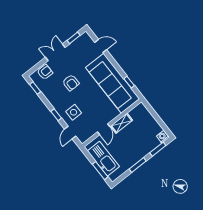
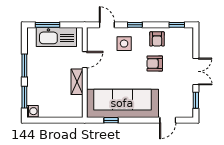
armchair: (45, 72) -> (157, 39), moved
door: (104, 129) -> (85, 60), swing flipped

